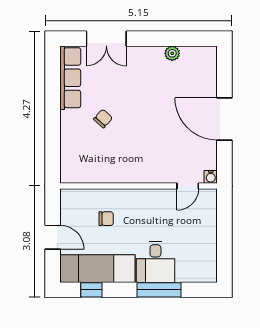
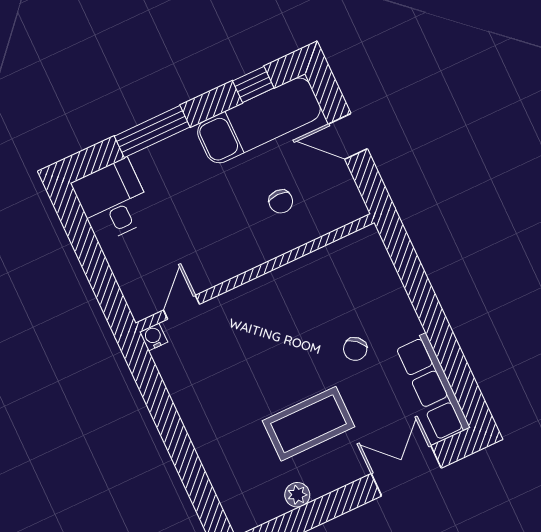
coffee table: (148, 89) -> (309, 424), added
door: (224, 119) -> (173, 433), removed
chair: (106, 219) -> (281, 201), turned -90
desk: (155, 262) -> (113, 201), moved

